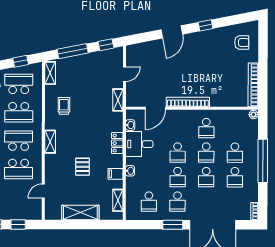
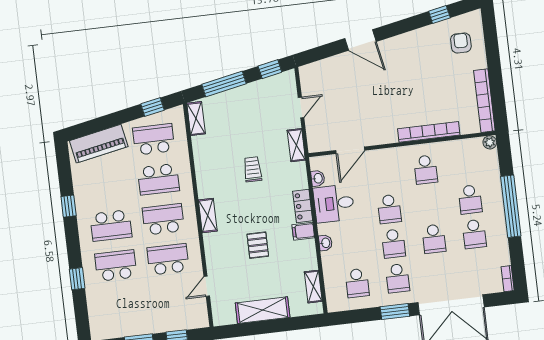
window: (205, 25) -> (439, 15), moved
door: (172, 32) -> (361, 40), hinge flipped
armchair: (242, 43) -> (461, 43), turned -90
bookcase: (188, 102) -> (429, 132), moved
trolley: (64, 106) -> (253, 169), moved
school desk: (206, 153) -> (430, 204), removed
school desk: (19, 169) -> (168, 259), turned 180
filing cabinet: (115, 174) -> (303, 231), moved

